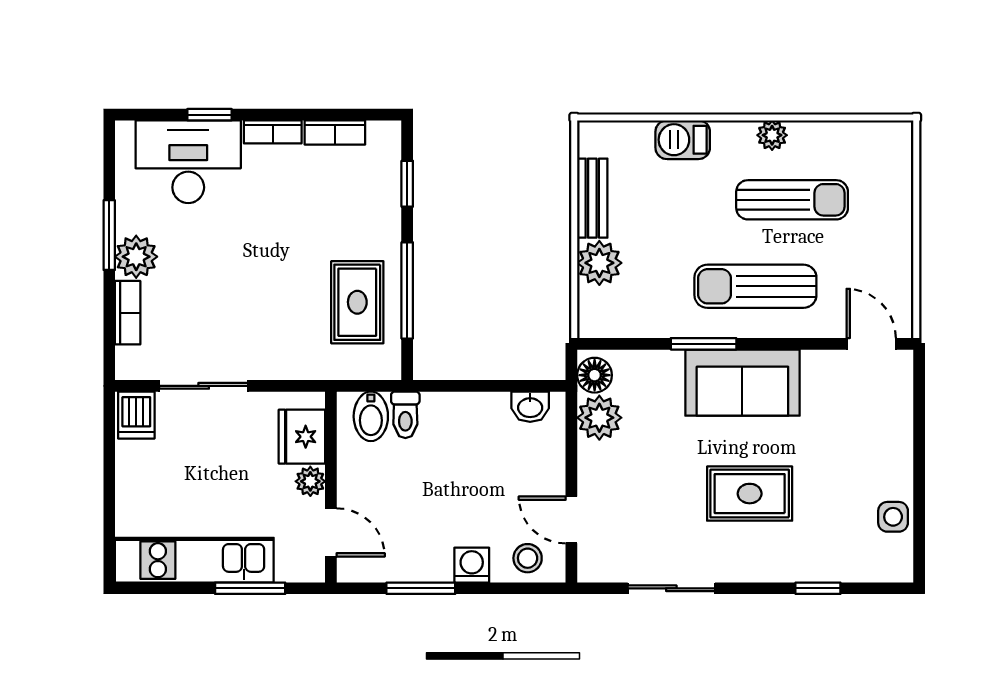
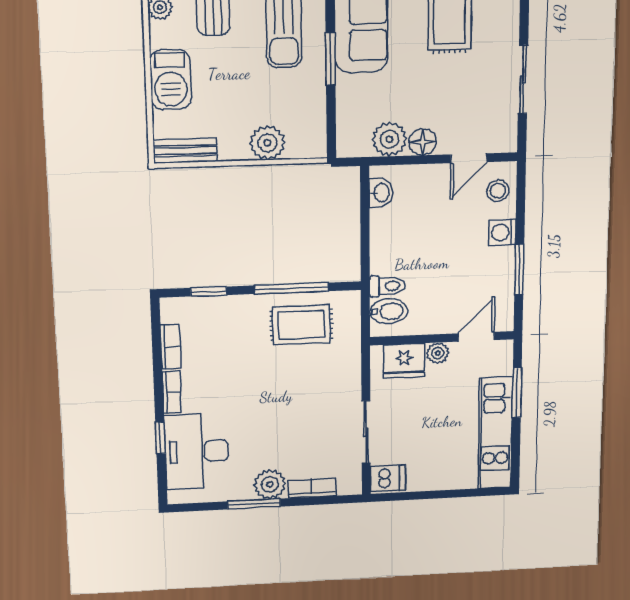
barbecue: (683, 140) -> (171, 80), width x1.38, depth x1.27
bench: (592, 198) -> (185, 151), moved
floor lamp: (595, 375) -> (423, 142), moved

